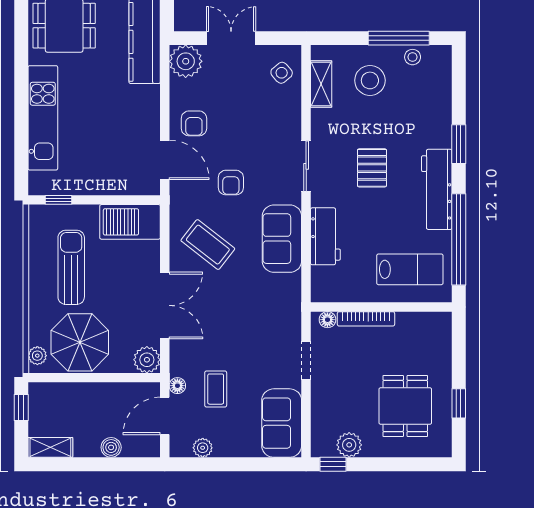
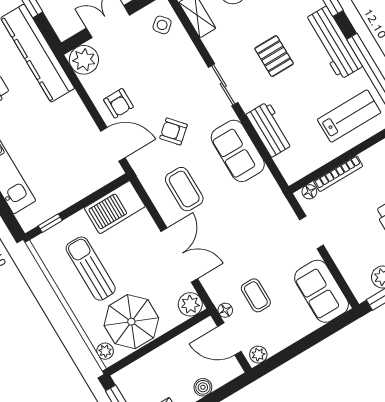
armchair: (231, 183) -> (173, 131), turned 139
coffee table: (208, 245) -> (184, 189), turned 52
door: (165, 416) -> (229, 339), hinge flipped
plant: (203, 448) -> (258, 355), moved

